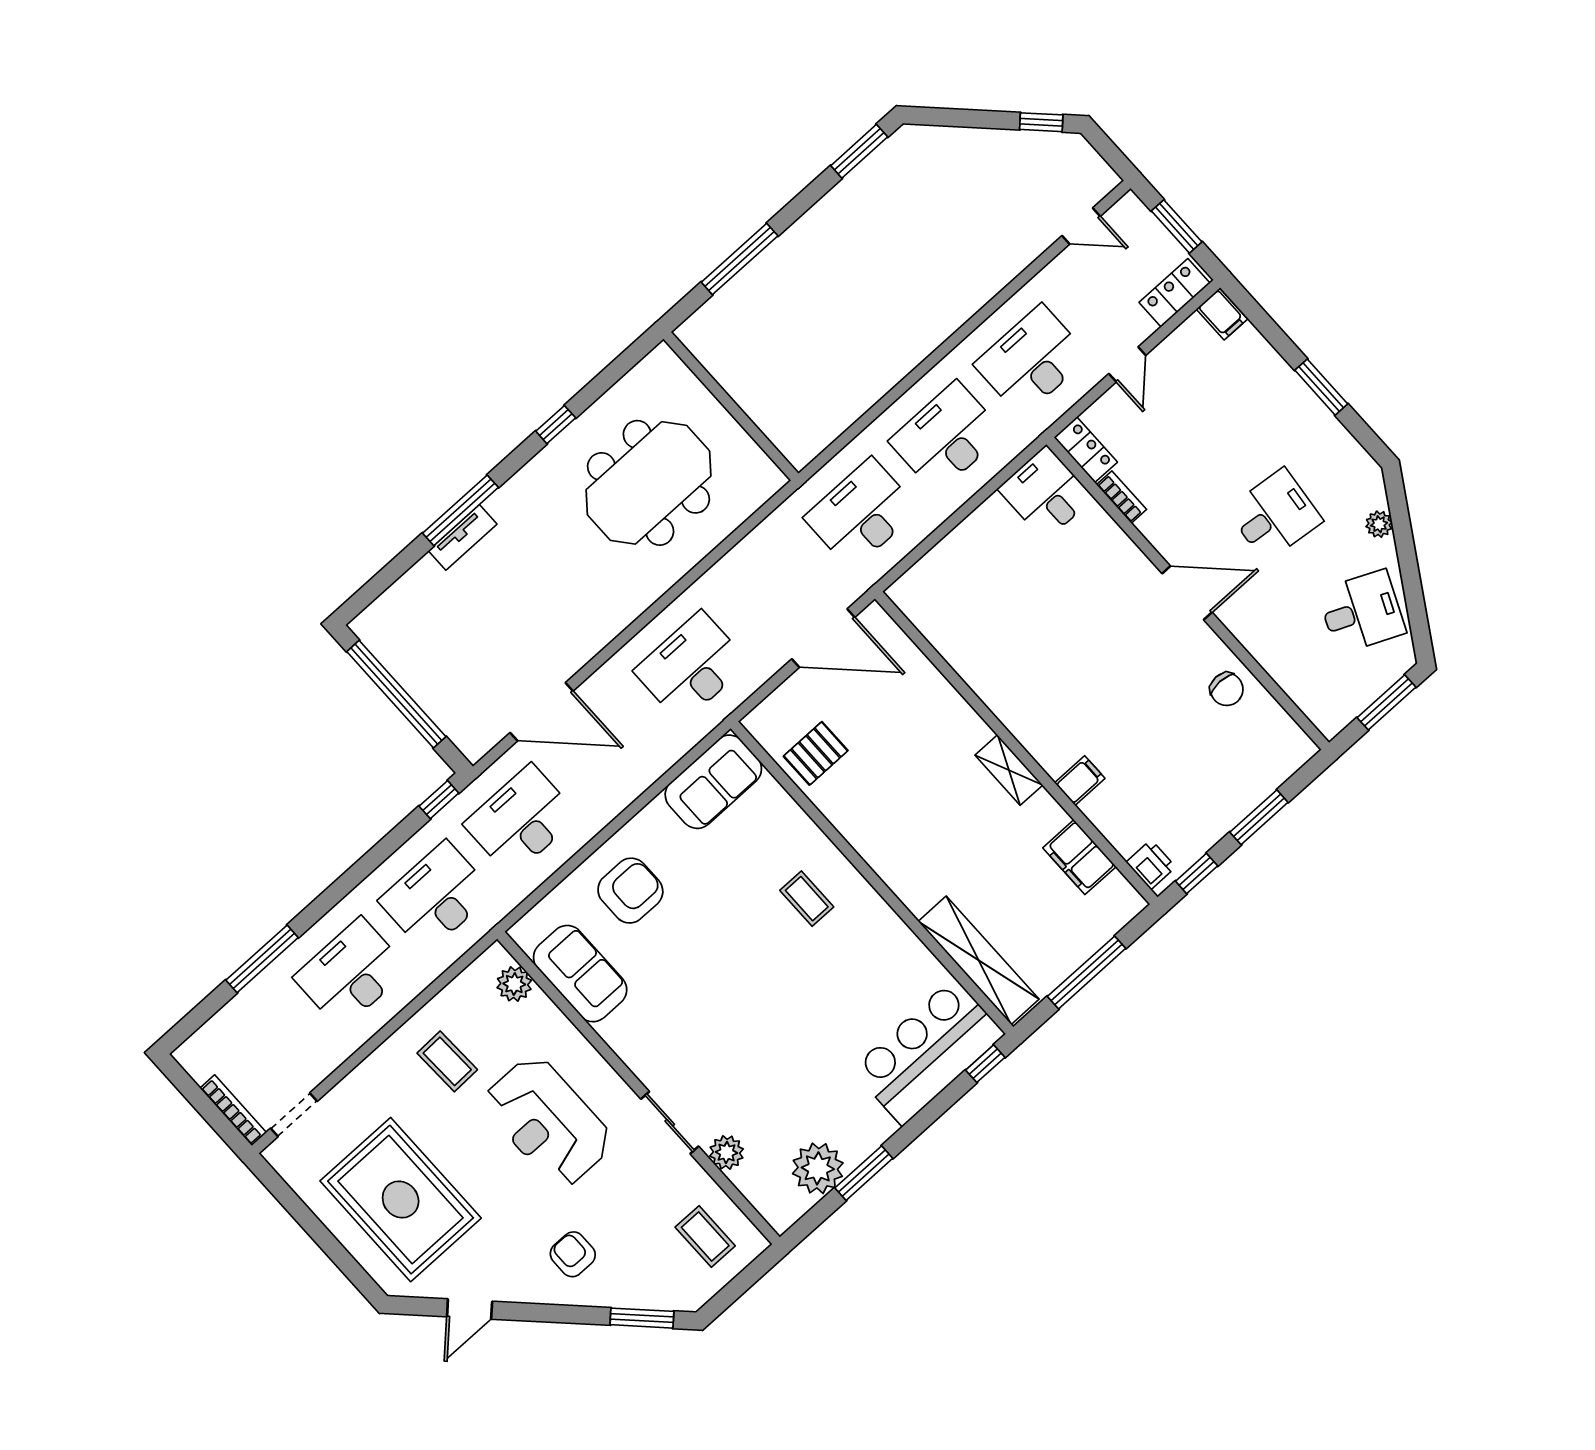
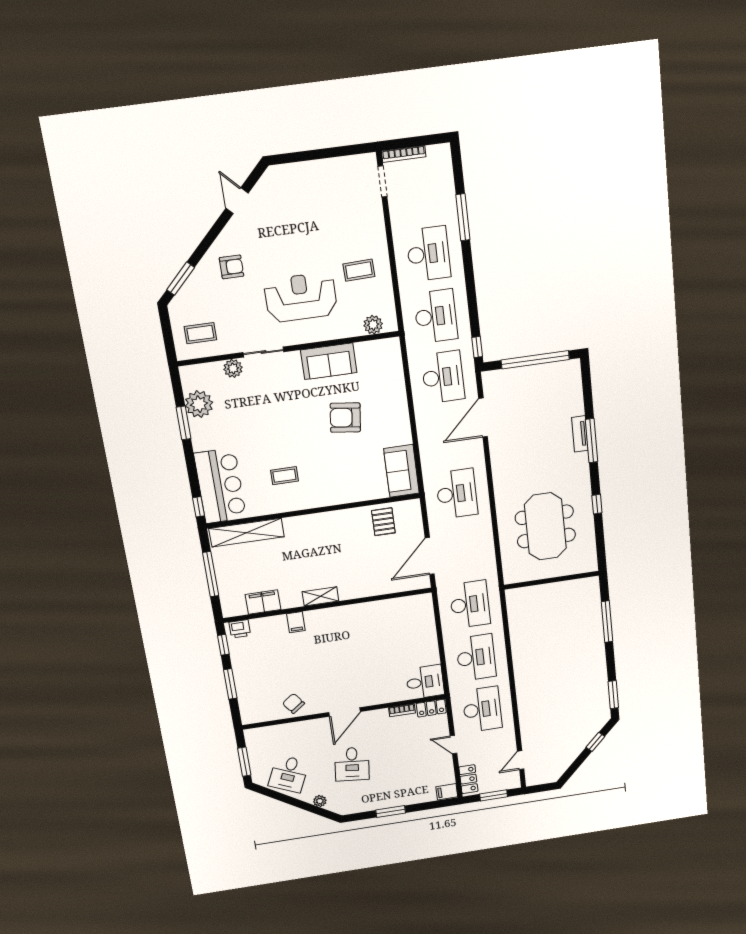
window: (1041, 122) -> (595, 742), moved
chair: (1227, 689) -> (293, 703), turned 54
armchair: (630, 891) -> (345, 418), moved, turned 97
coffee table: (807, 899) -> (284, 476), moved
sofa: (580, 974) -> (329, 361), moved
rug: (401, 1200) -> (310, 204), removed

